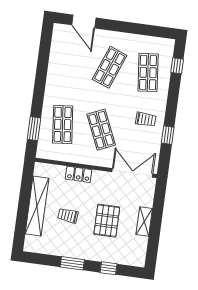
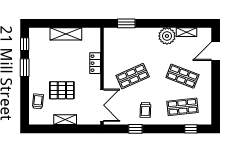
shelving: (55, 55) -> (186, 32), added
plant: (57, 80) -> (167, 36), added
shop shelf: (63, 124) -> (133, 45), removed
shelving: (37, 206) -> (66, 34), width x0.68
trolley: (68, 216) -> (38, 101), moved
window: (109, 268) -> (25, 44), moved

